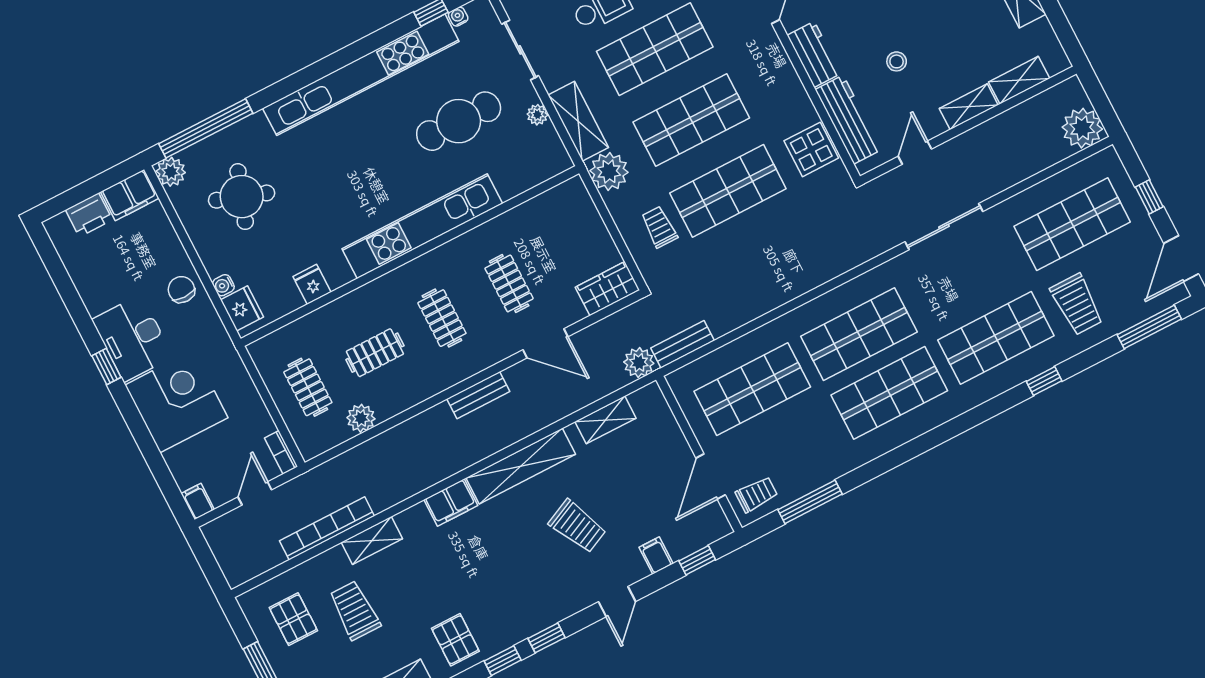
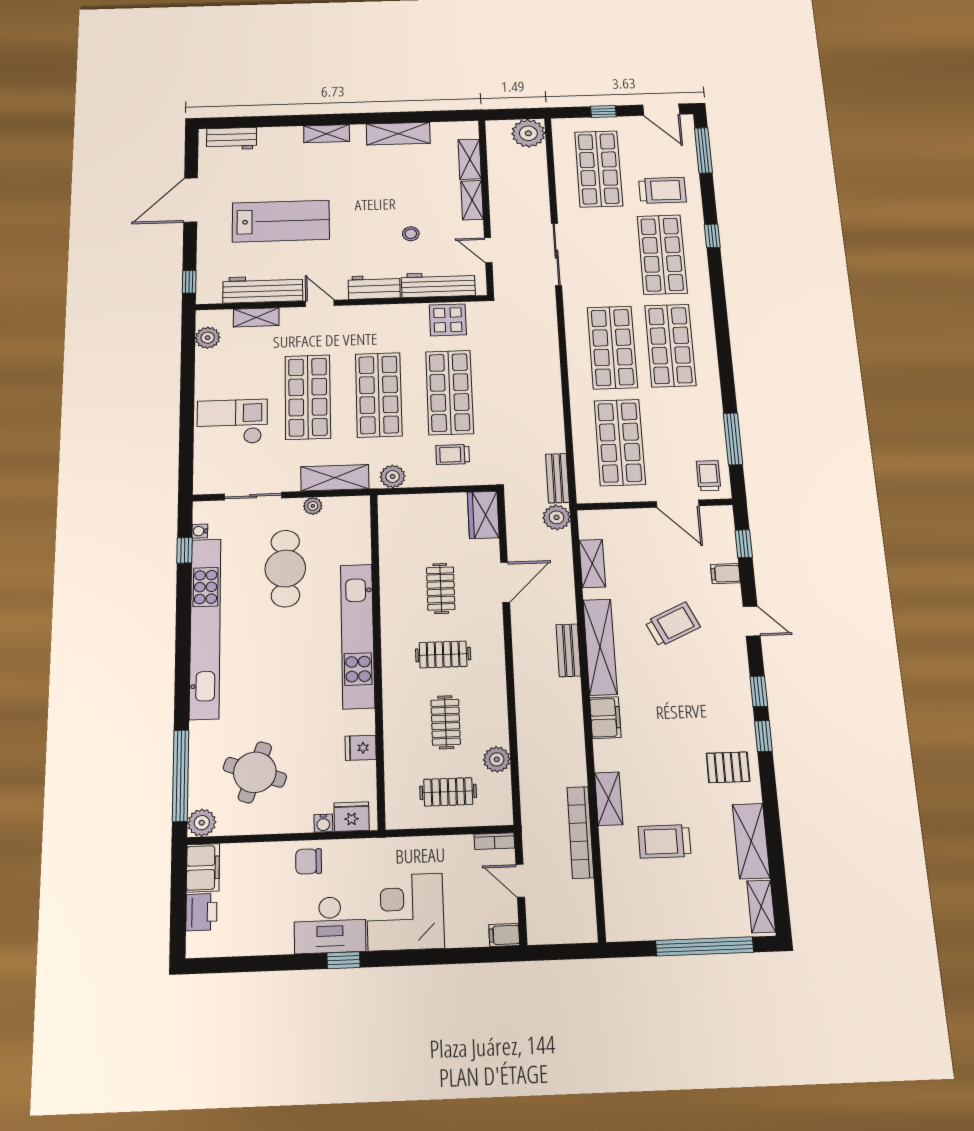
plant: (609, 171) -> (393, 476), width x0.73, depth x0.73
clothes rail: (509, 283) -> (441, 589), turned 90
bench: (478, 395) -> (568, 650), moved
pallet: (293, 619) -> (649, 899), removed

